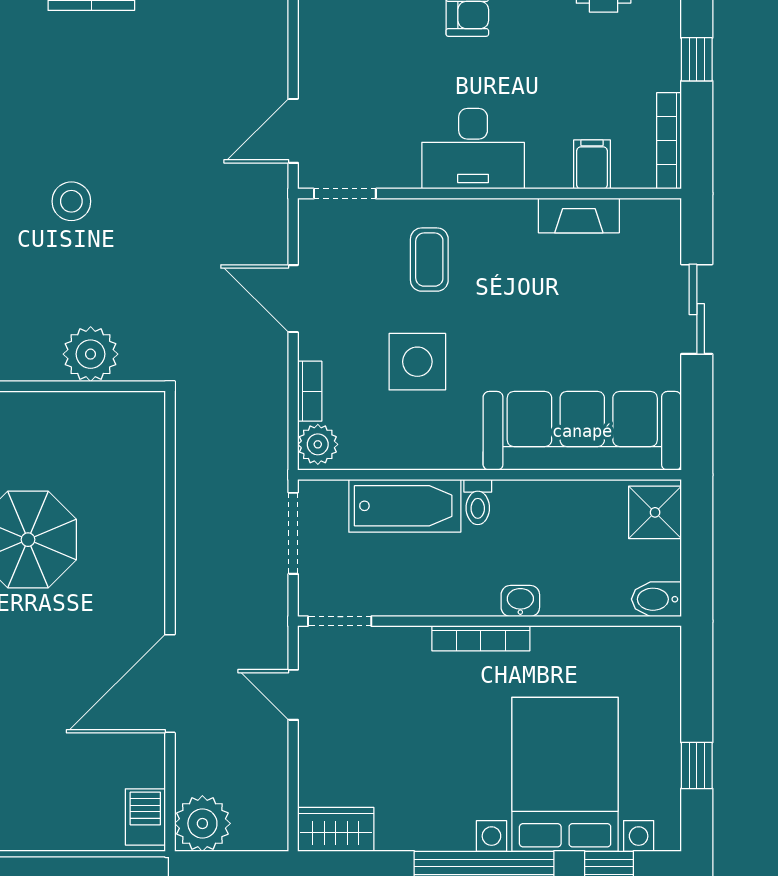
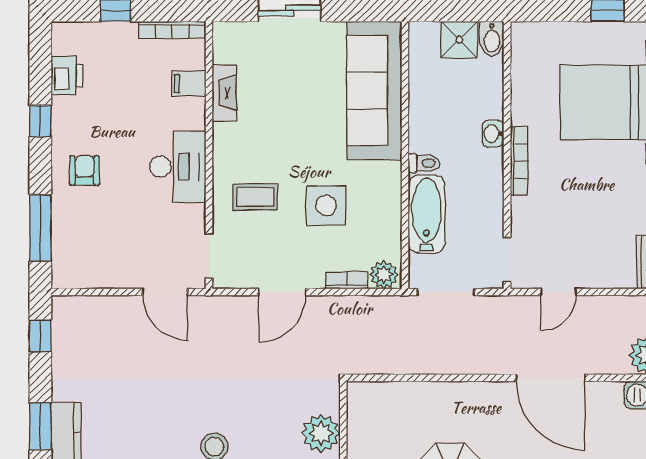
shower: (655, 512) -> (459, 40), moved

